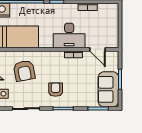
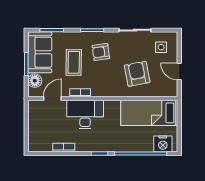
door: (97, 49) -> (52, 99), hinge flipped
floor lamp: (113, 65) -> (35, 81), added
coffee table: (79, 81) -> (74, 62), added
armchair: (56, 90) -> (101, 52), turned 82

